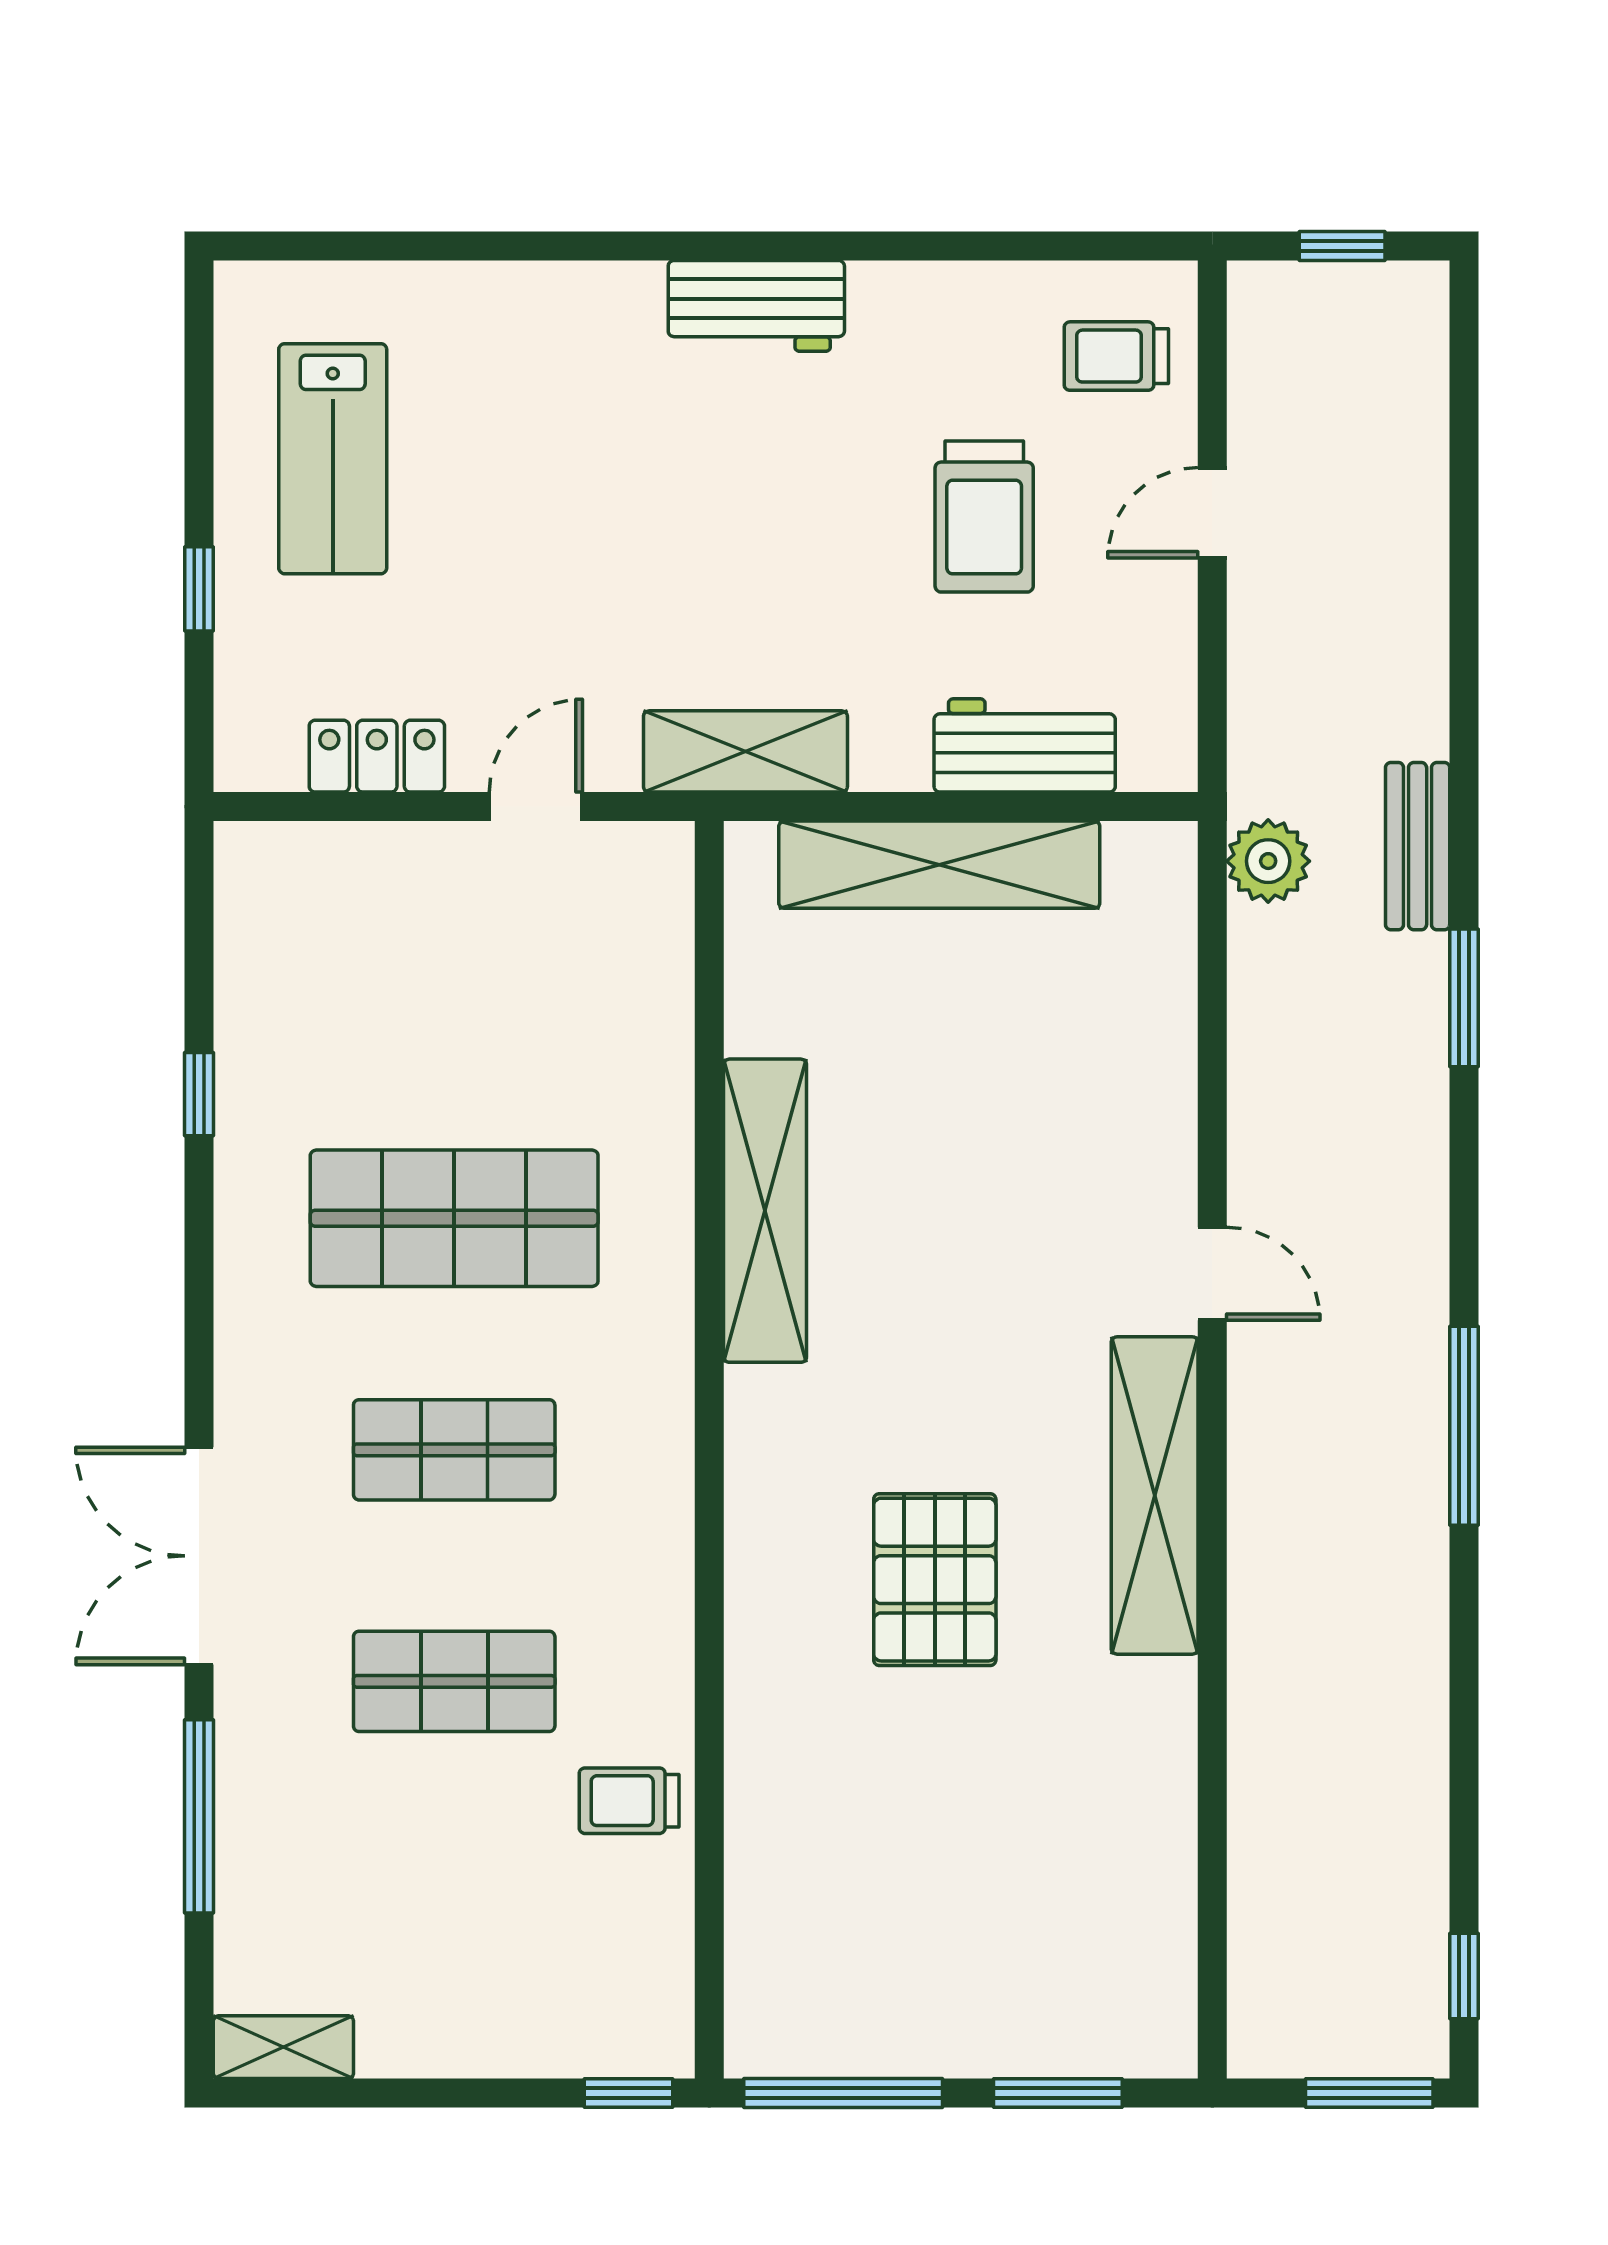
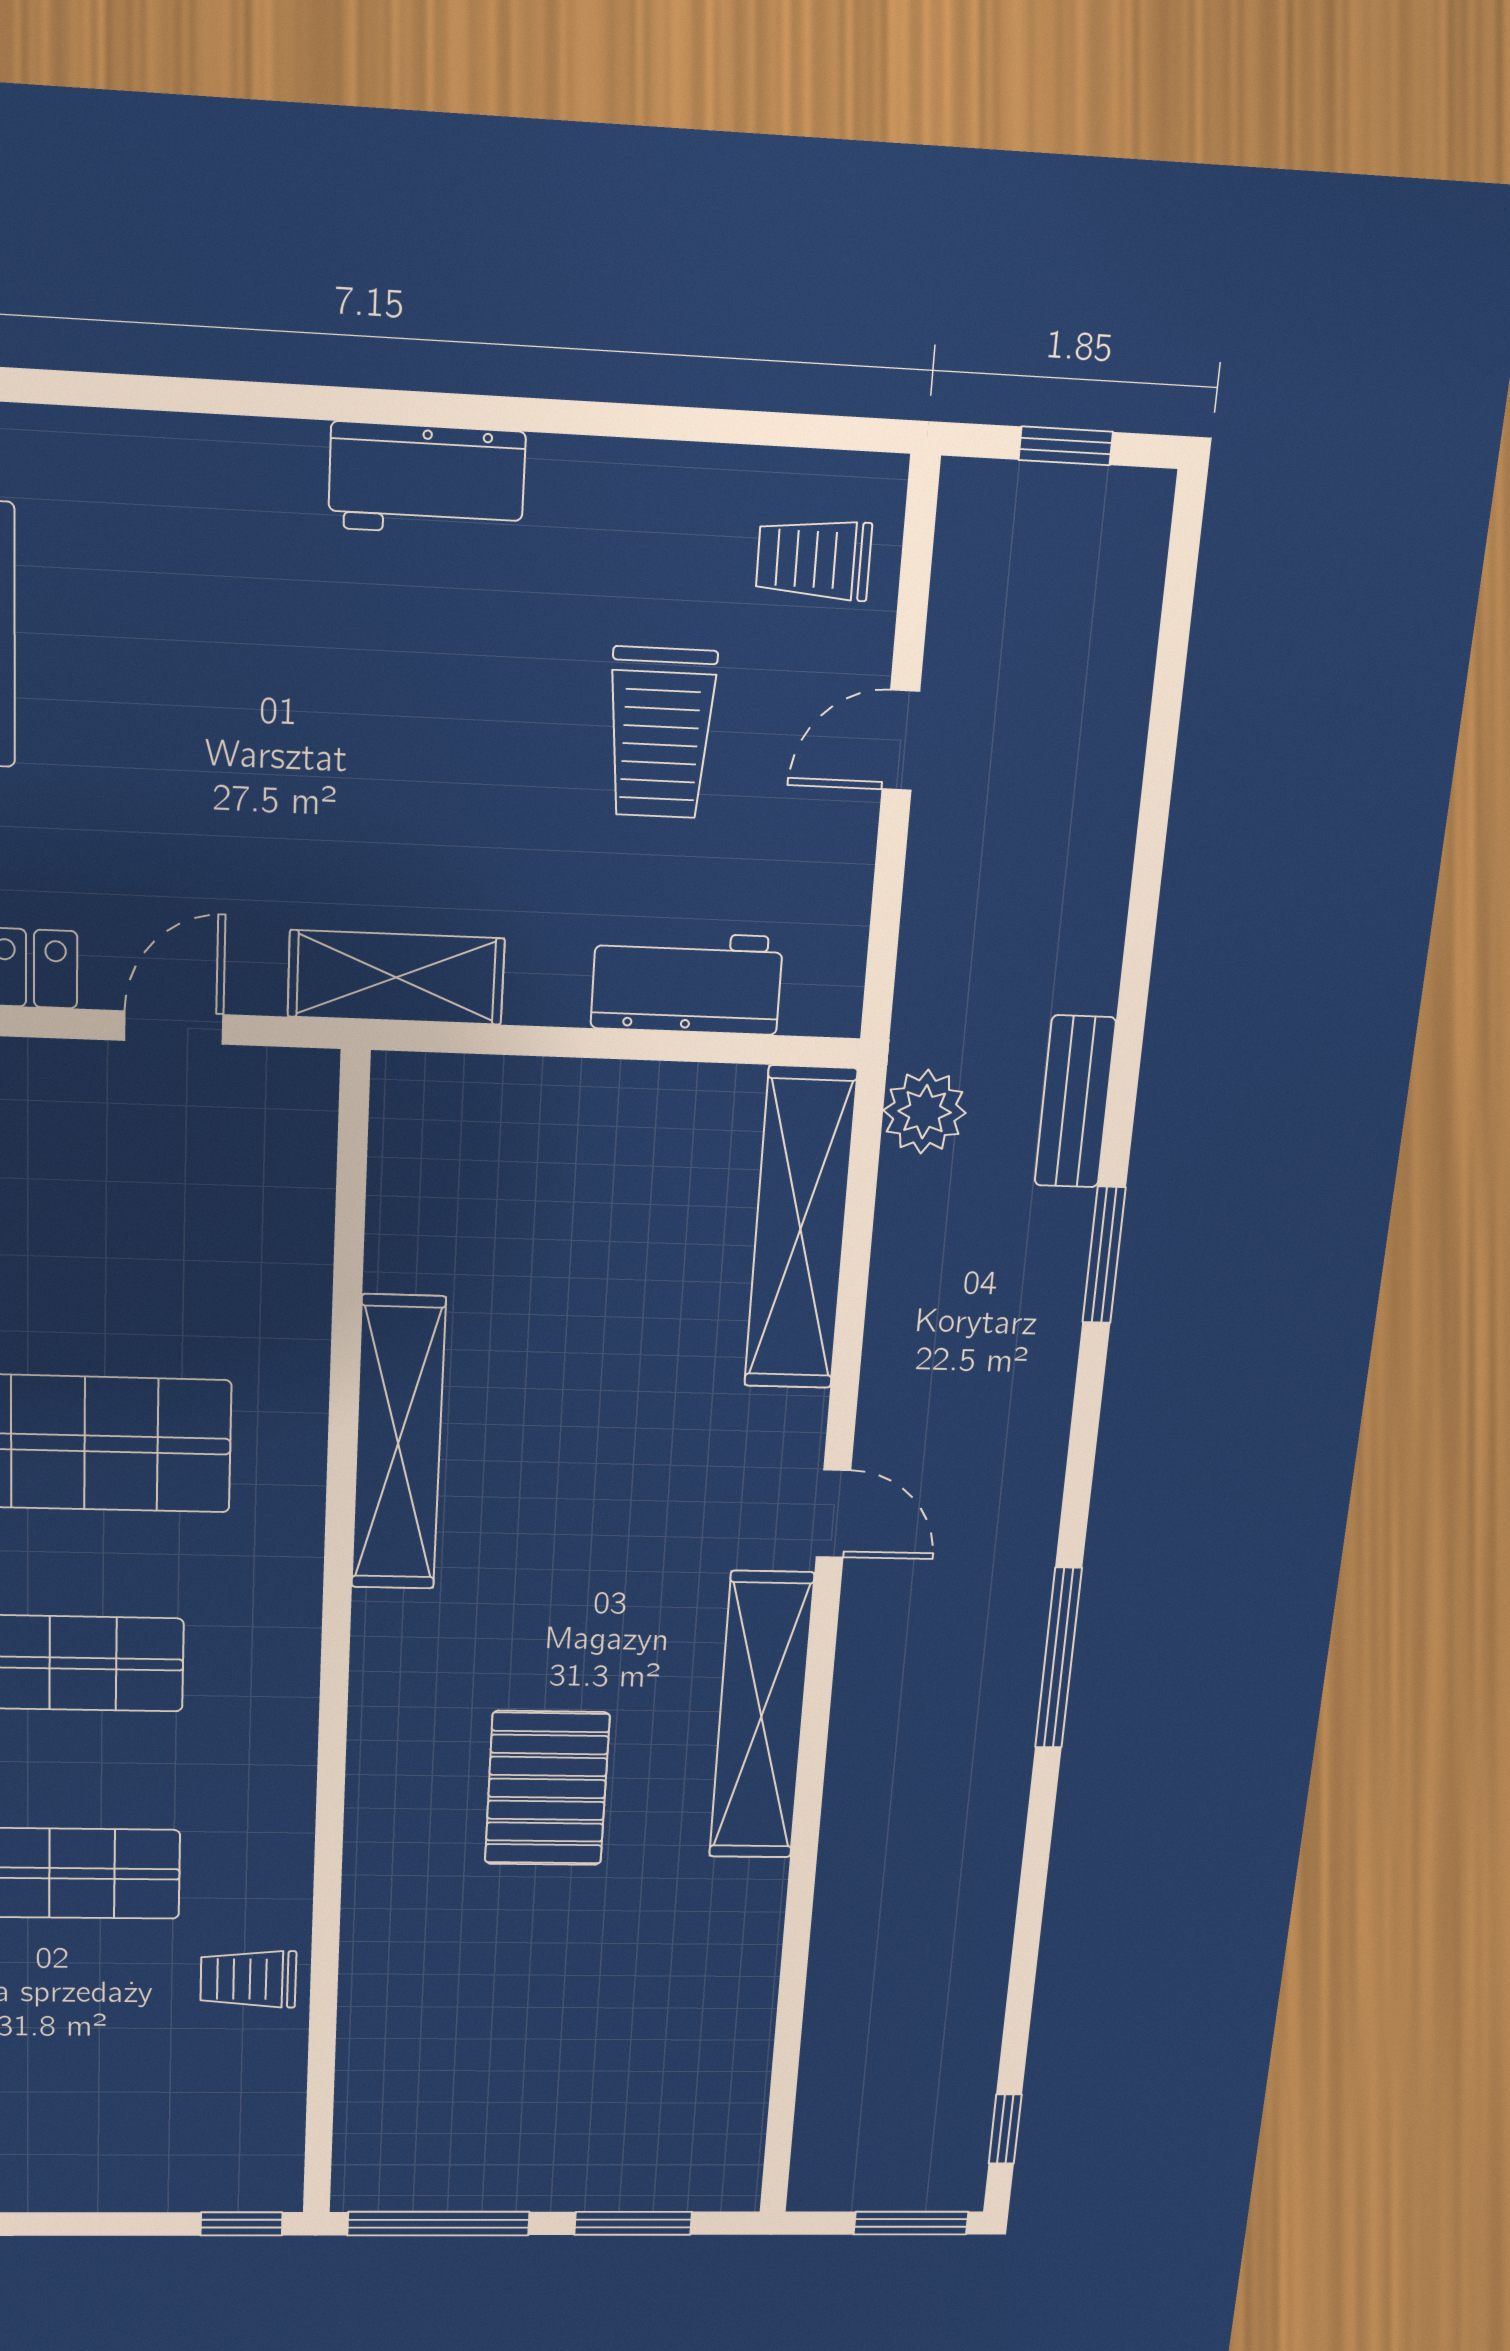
shelving: (939, 865) -> (800, 1229), moved, turned 90

